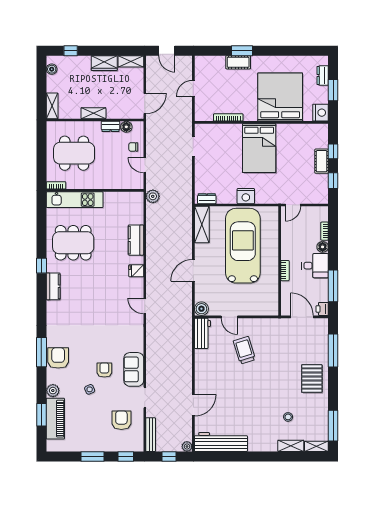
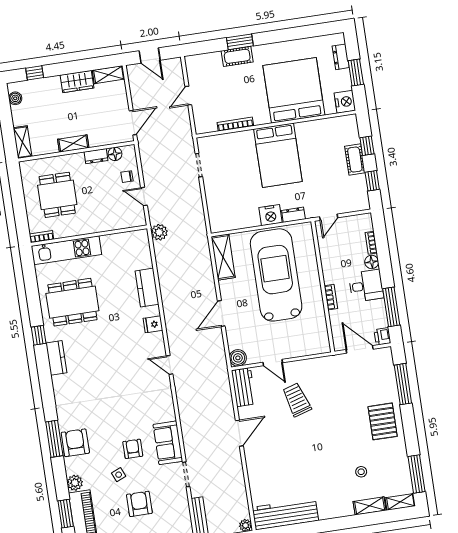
dining table: (74, 153) -> (57, 195), width x0.73
dresser: (207, 199) -> (293, 215), moved
door: (193, 405) -> (239, 433), moved
armchair: (121, 420) -> (139, 504), moved

